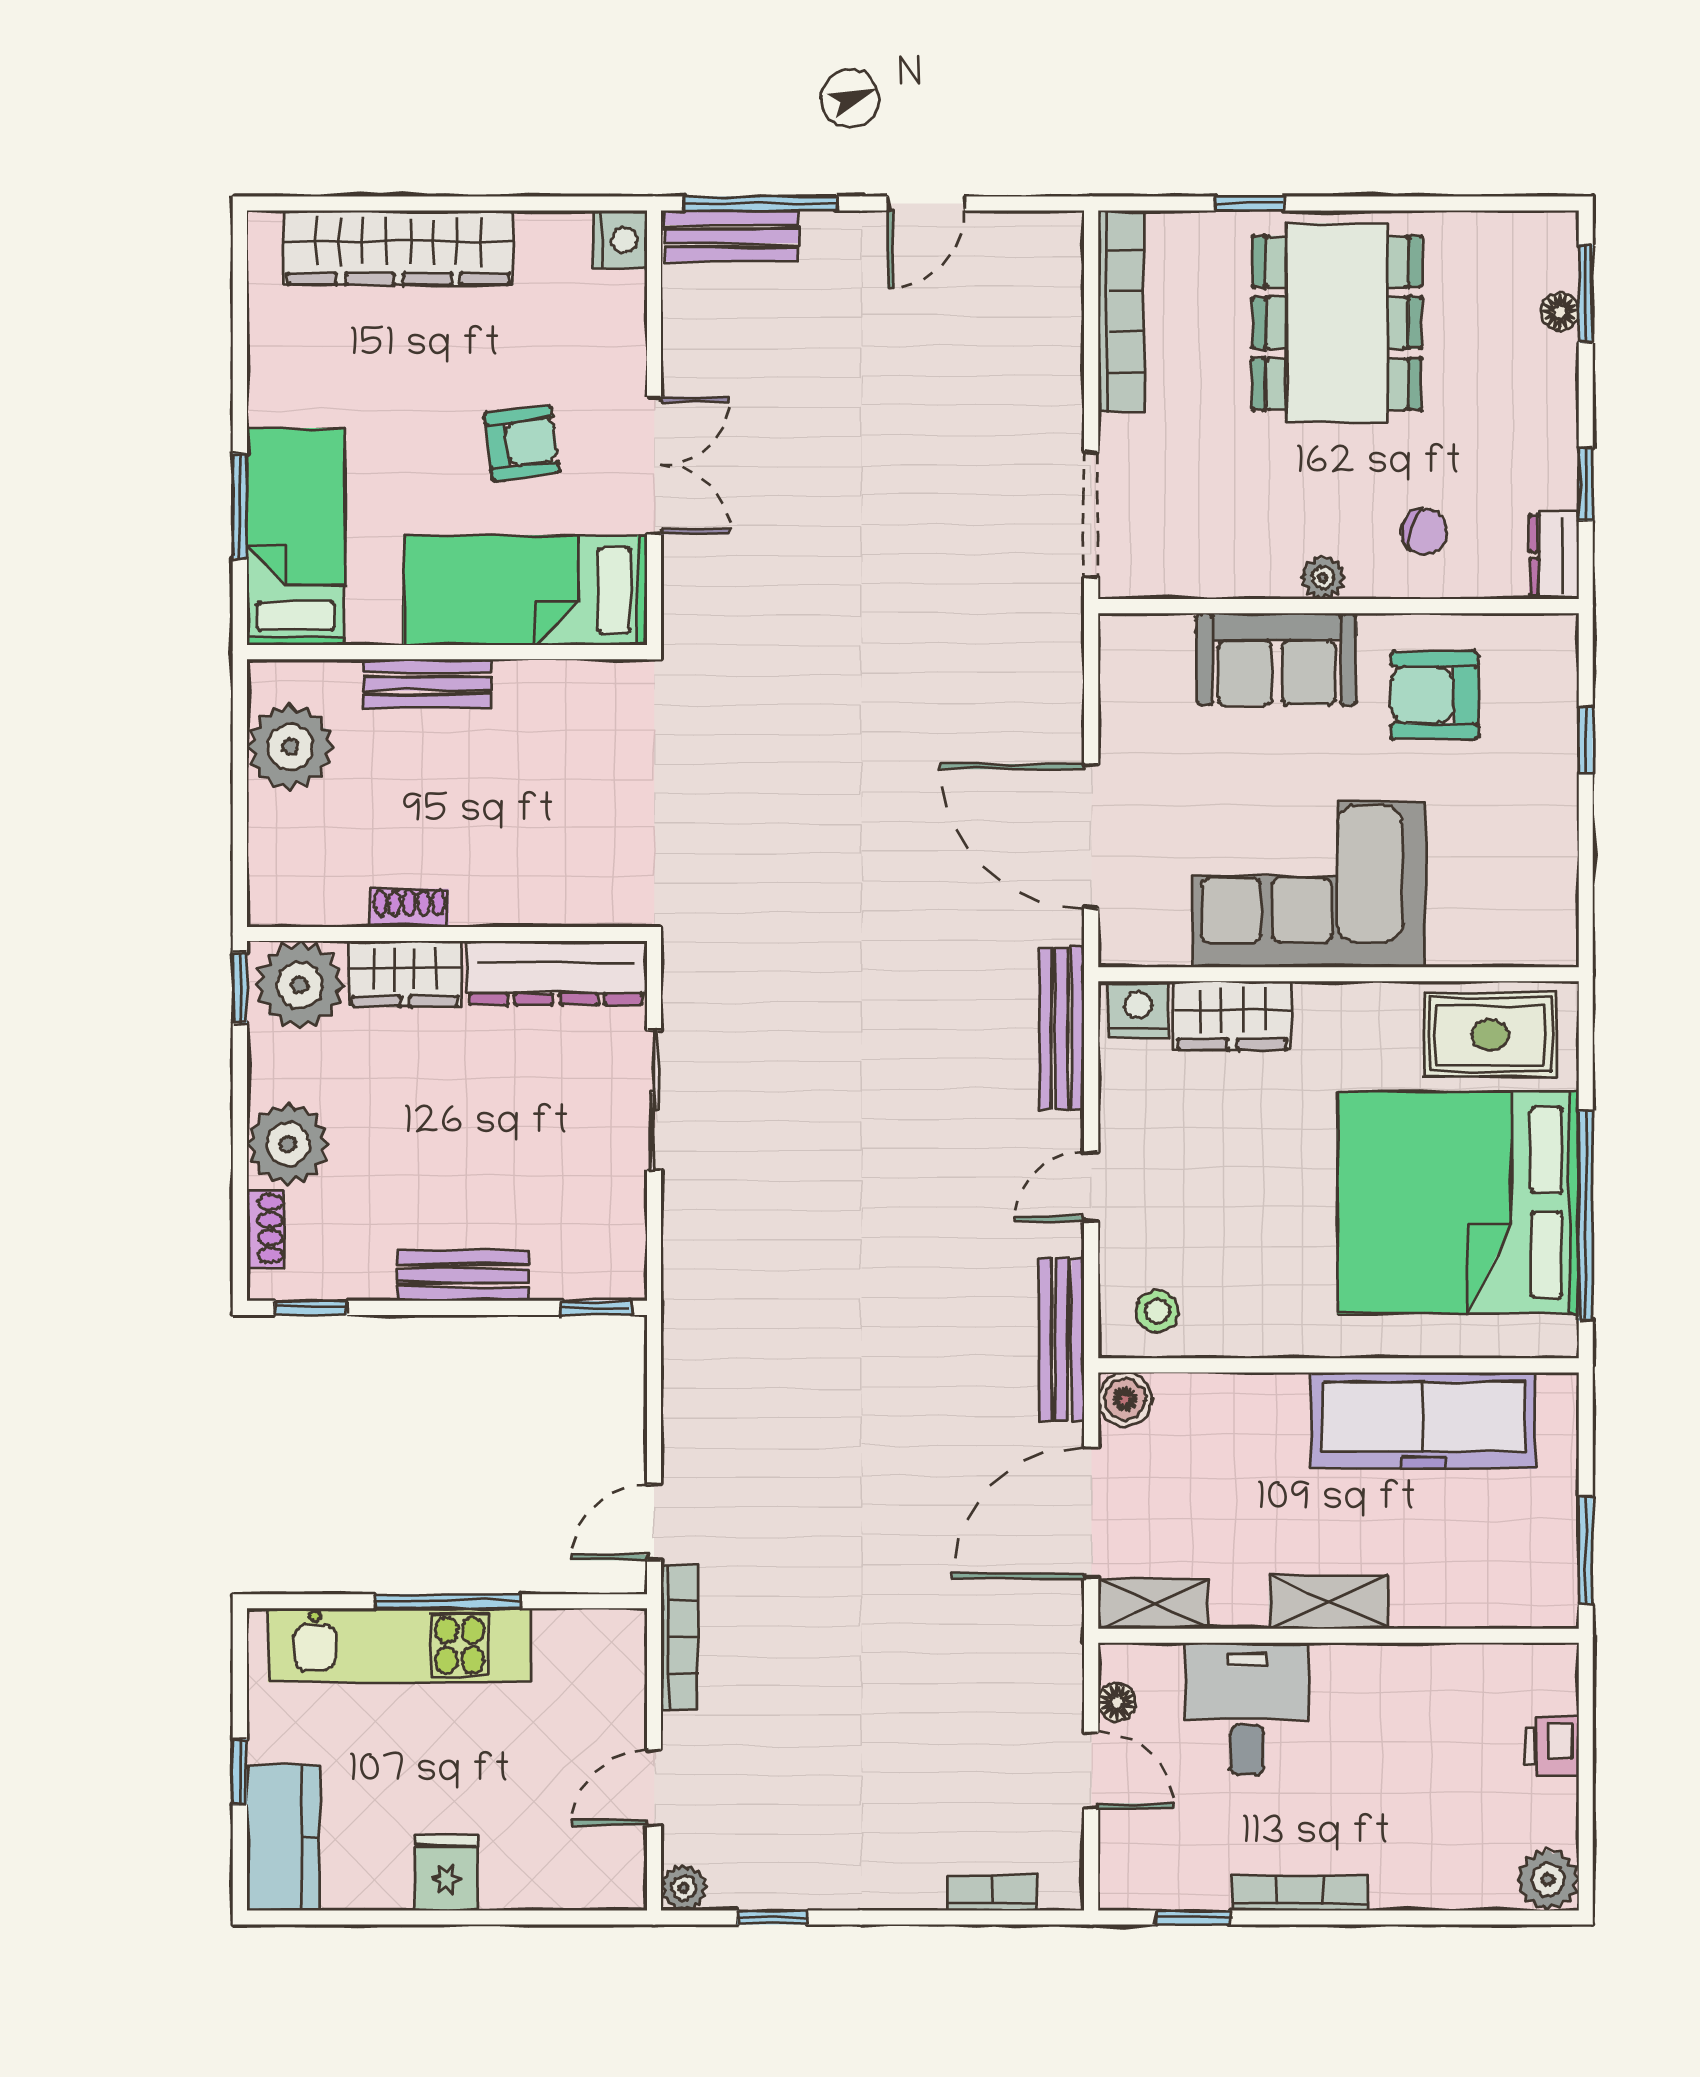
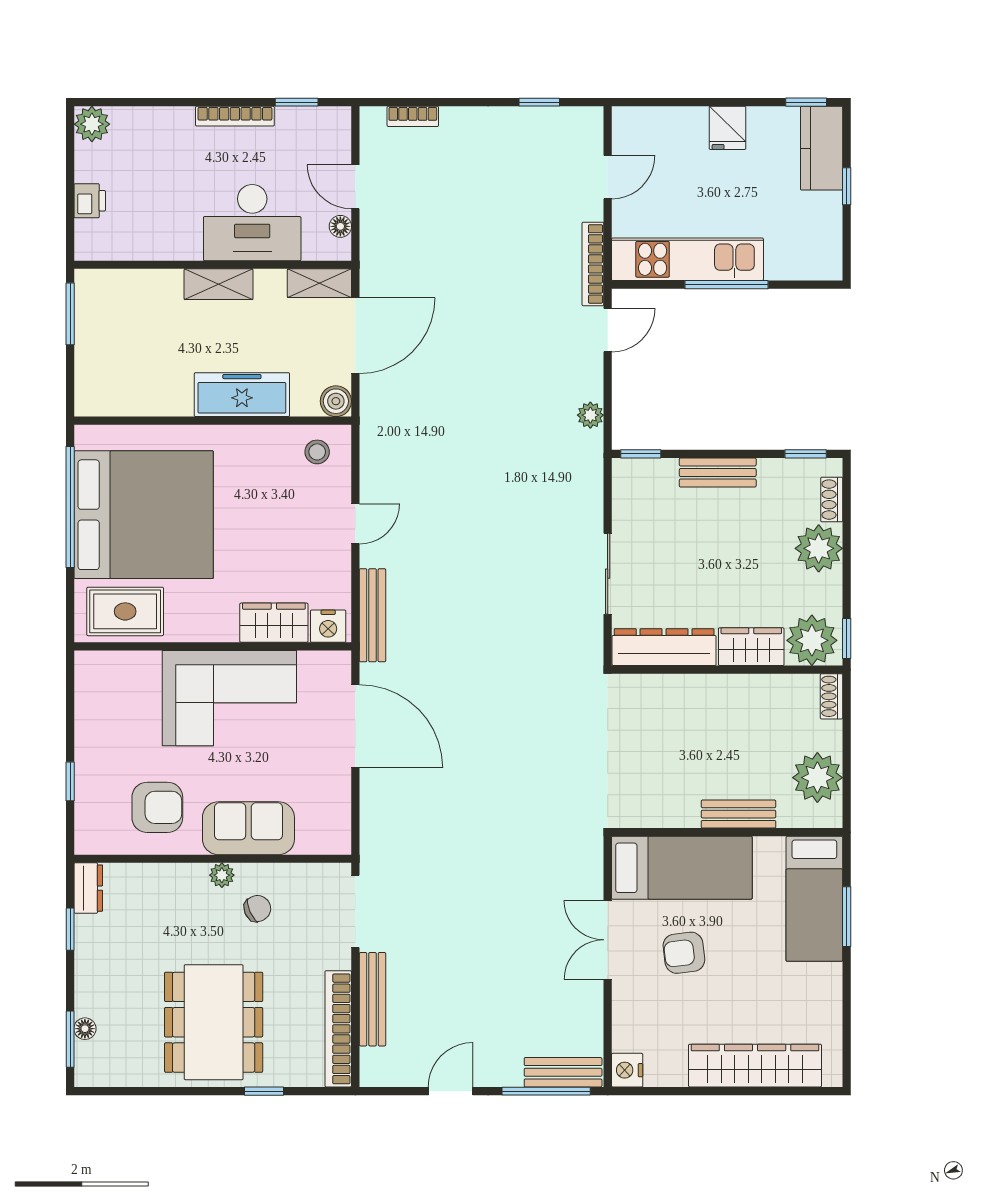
chair: (1424, 531) -> (257, 908), moved, turned 141
shoe rack: (409, 908) -> (832, 696), moved, turned 90
bench: (1062, 1340) -> (373, 999), moved
freezer: (1423, 1421) -> (242, 395), moved, width x0.73, depth x0.79
kitchen unit: (399, 1645) -> (687, 259), moved
desk: (1247, 1709) -> (252, 223), width x1.37
plant: (684, 1888) -> (590, 415), moved
window: (310, 1918) -> (806, 102), added

